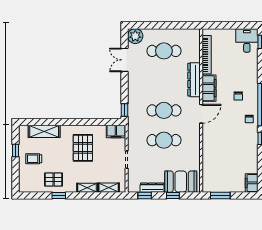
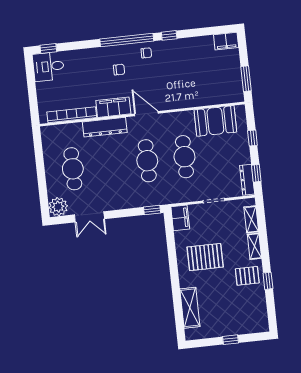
window: (15, 151) -> (230, 340), moved
trolley: (34, 159) -> (225, 317), removed
pallet: (54, 179) -> (247, 276), moved, turned 90
booth: (181, 182) -> (215, 121), moved, turned 90
dresser: (152, 188) -> (247, 180), moved

